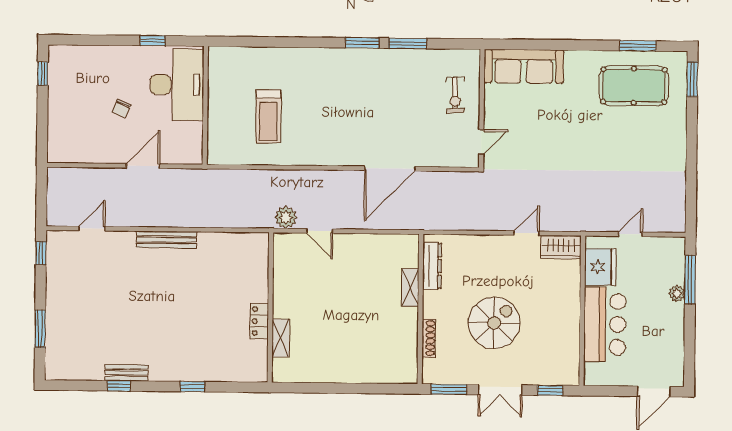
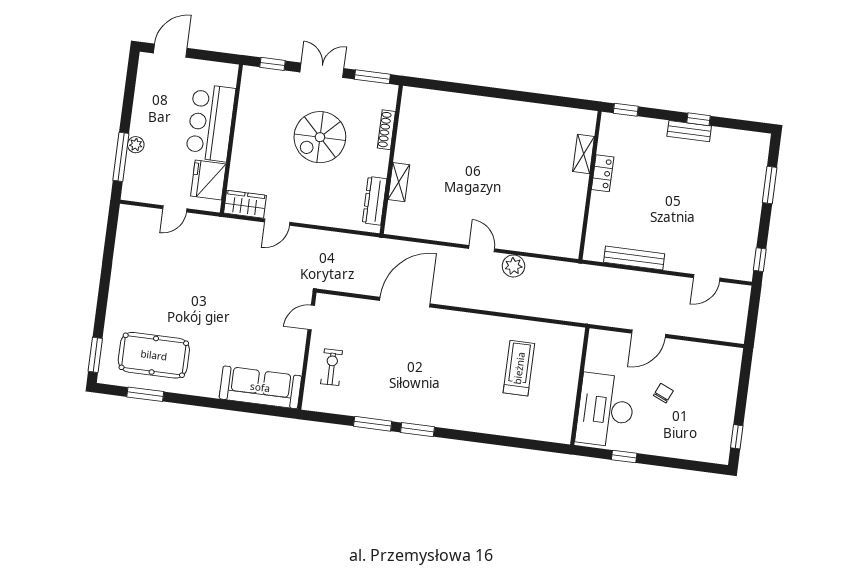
wall: (270, 307) -> (590, 185), moved
locker: (259, 321) -> (603, 173), moved
shelving: (281, 338) -> (584, 154), moved

